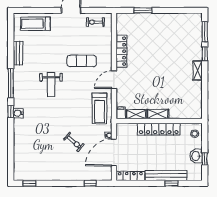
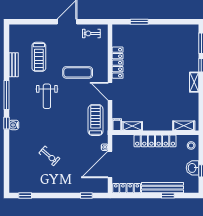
treadmill: (35, 24) -> (39, 57), moved, turned -90
door: (114, 80) -> (110, 91), hinge flipped
treadmill: (99, 108) -> (96, 120), turned 180
shelving: (158, 114) -> (184, 126), moved
exercise bike: (74, 142) -> (49, 156), moved

